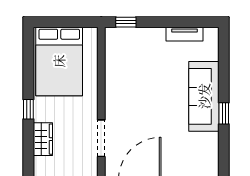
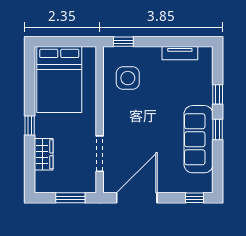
side table: (130, 60) -> (128, 78), added
window: (224, 77) -> (218, 94), added
sofa: (204, 96) -> (198, 139), moved

